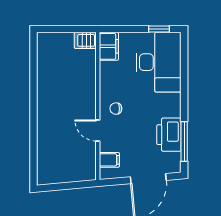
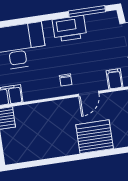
server rack: (52, 130) -> (95, 137), added
printer: (169, 135) -> (69, 29), moved

